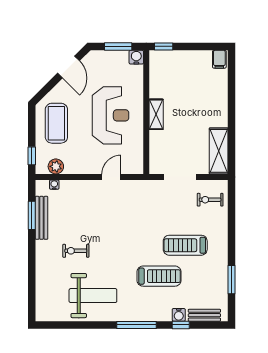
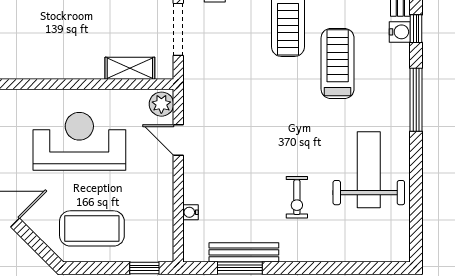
shelving: (156, 114) -> (130, 68), moved
plant: (56, 166) -> (161, 104), moved
water cooler: (54, 185) -> (191, 212), moved

